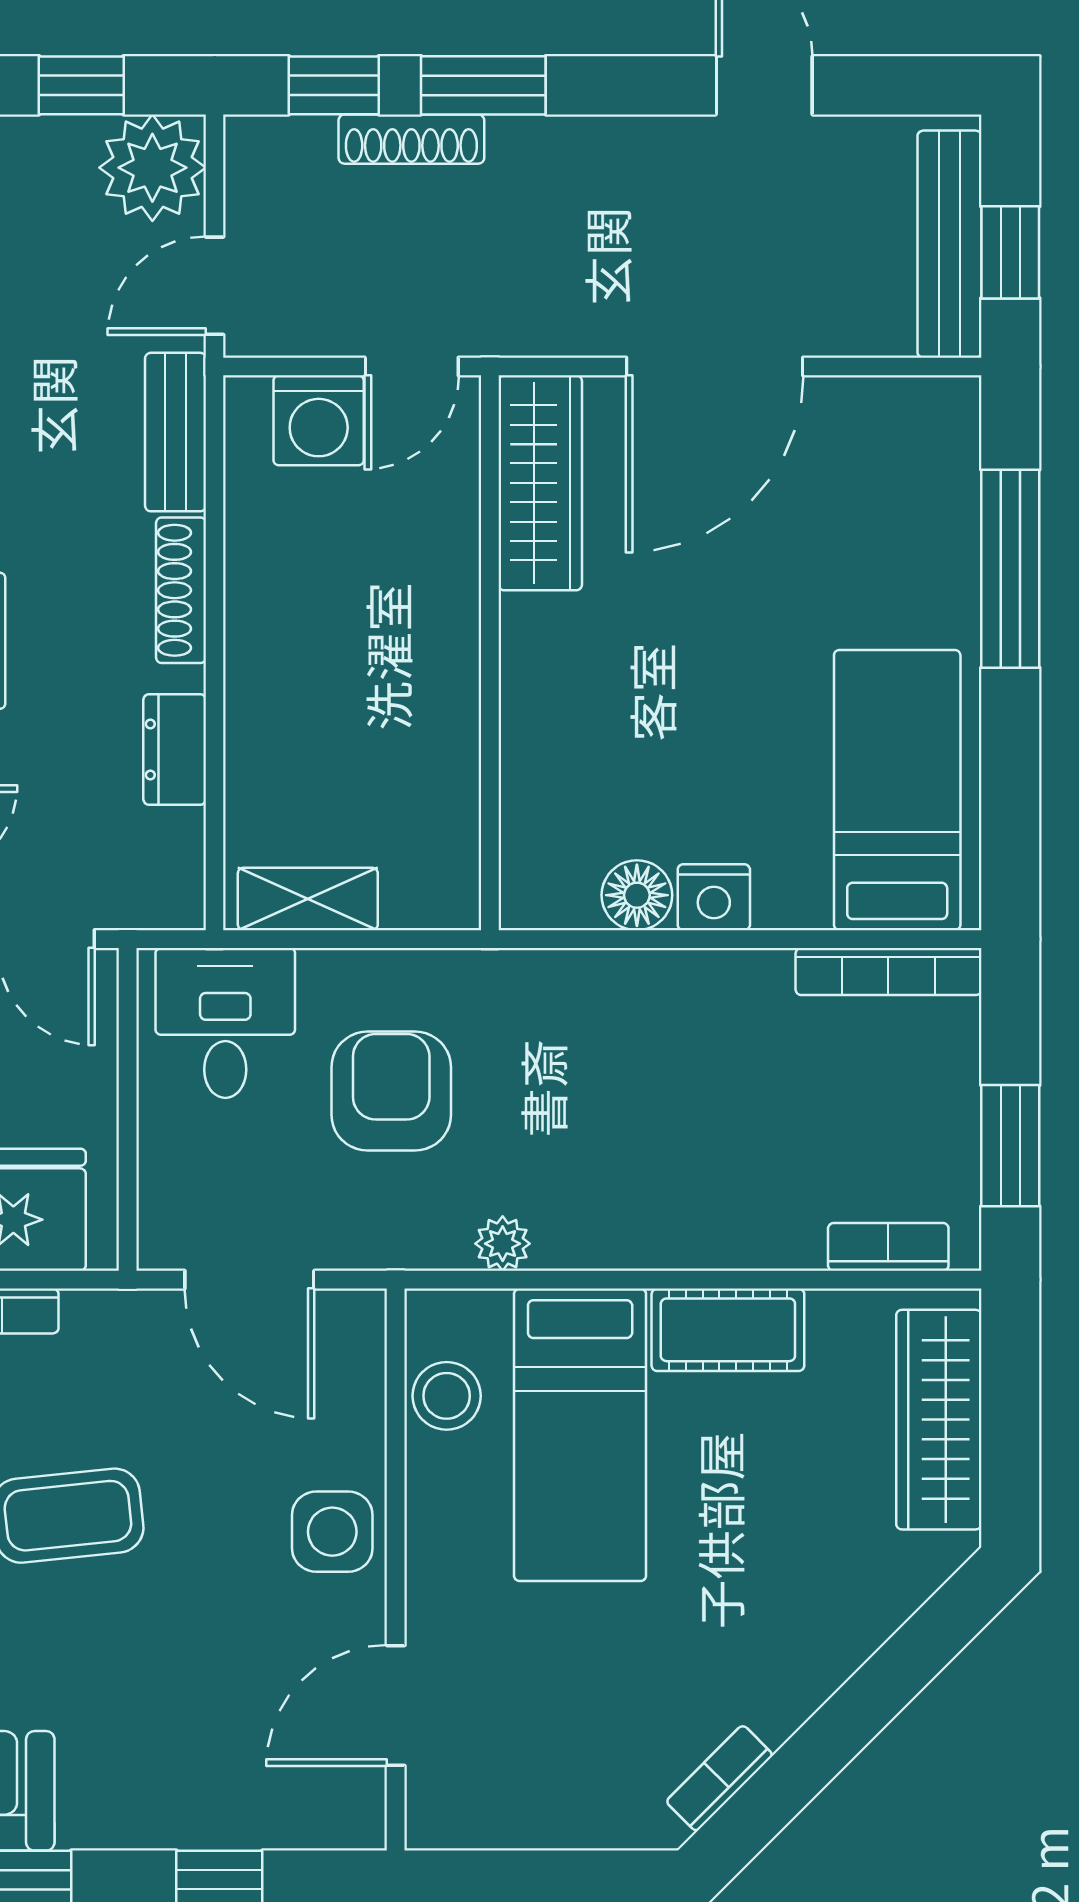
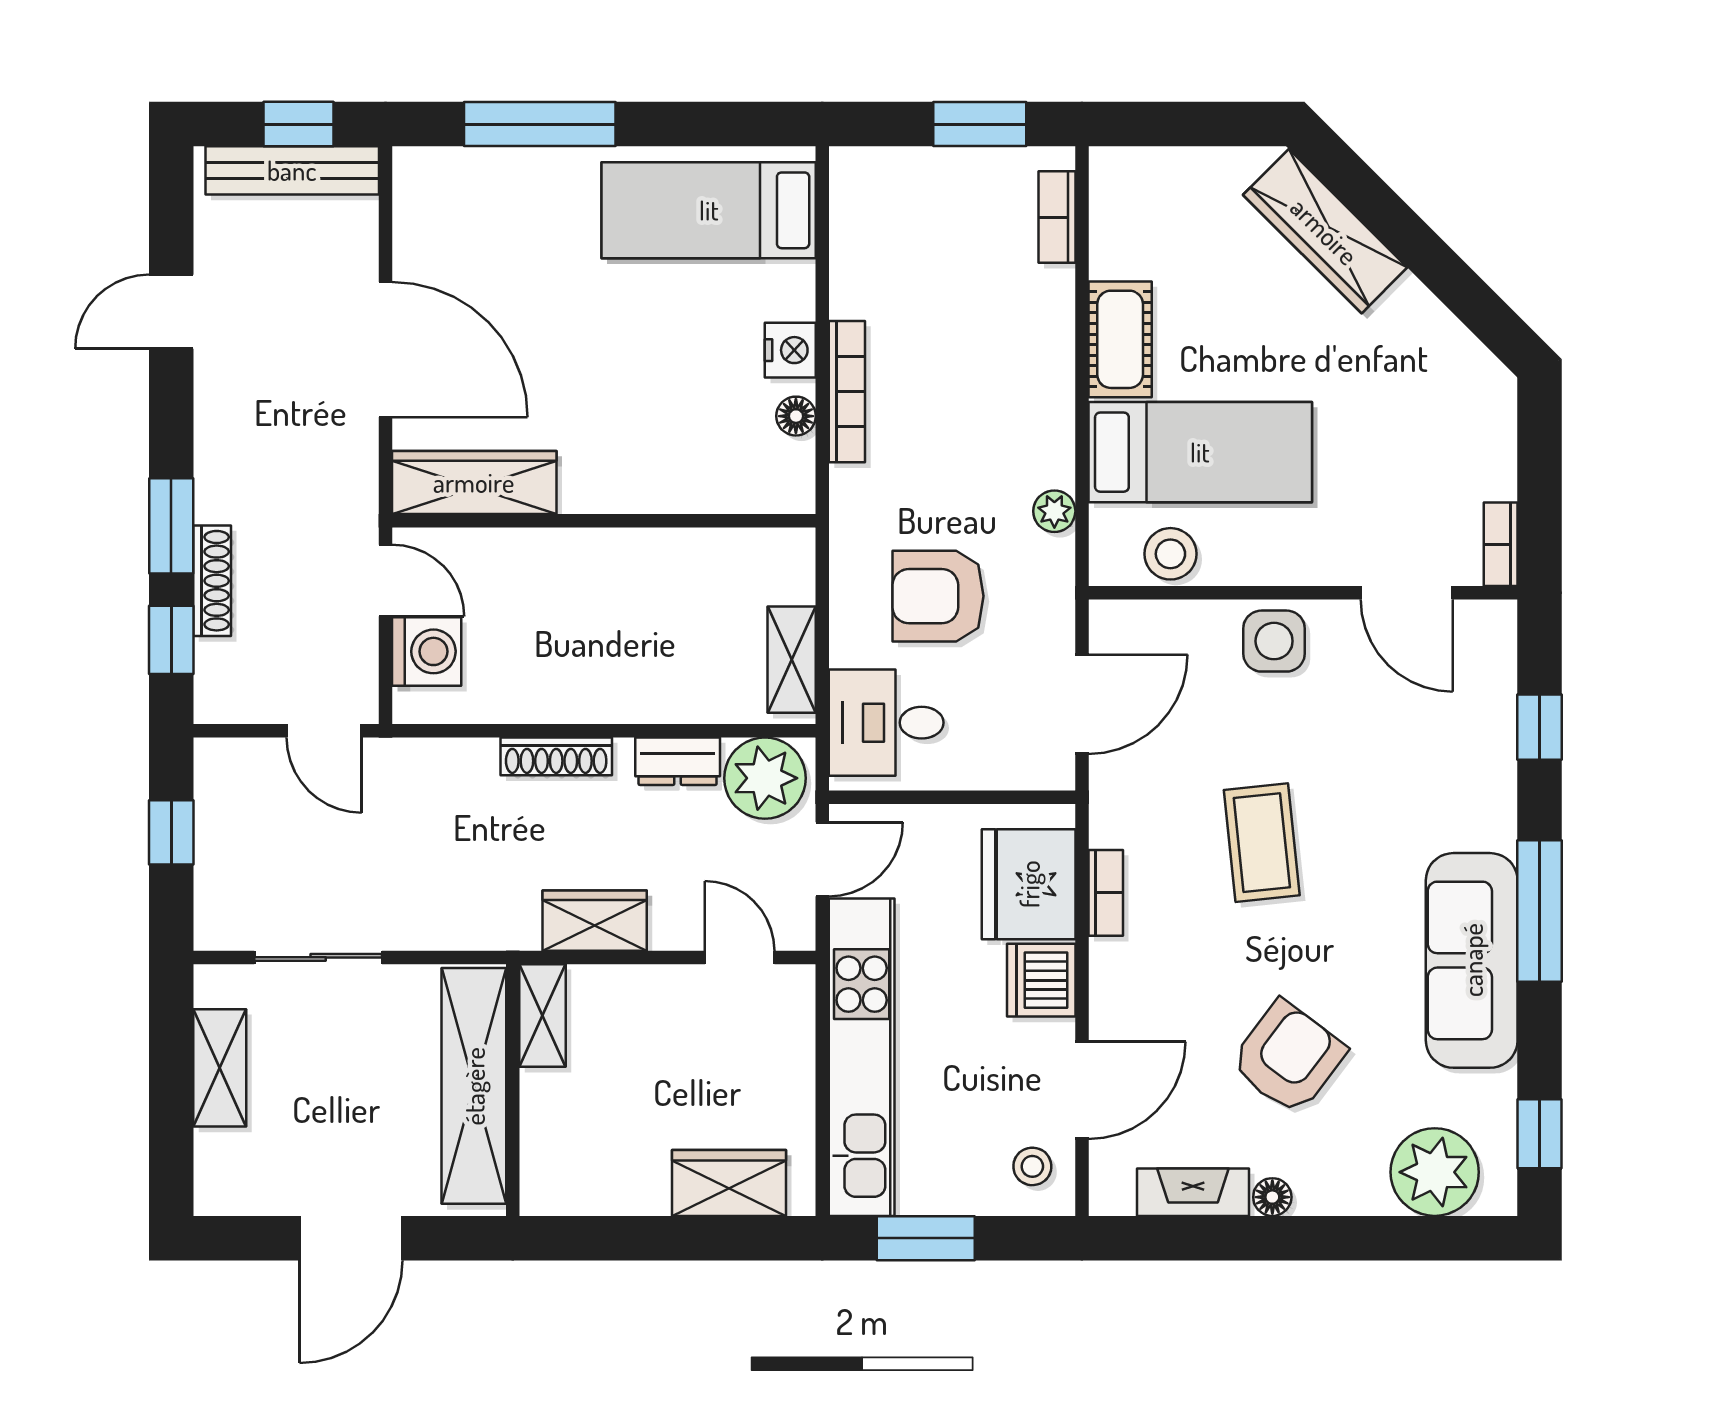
plant: (152, 168) -> (765, 778), moved
bench: (176, 432) -> (436, 761), removed
floor lamp: (637, 895) -> (796, 416), width x0.73, depth x0.73
bookcase: (888, 972) -> (847, 392), moved
wardrobe: (939, 1420) -> (1325, 231), moved, turned 45
bookcase: (719, 1778) -> (1501, 544), moved, turned 45

